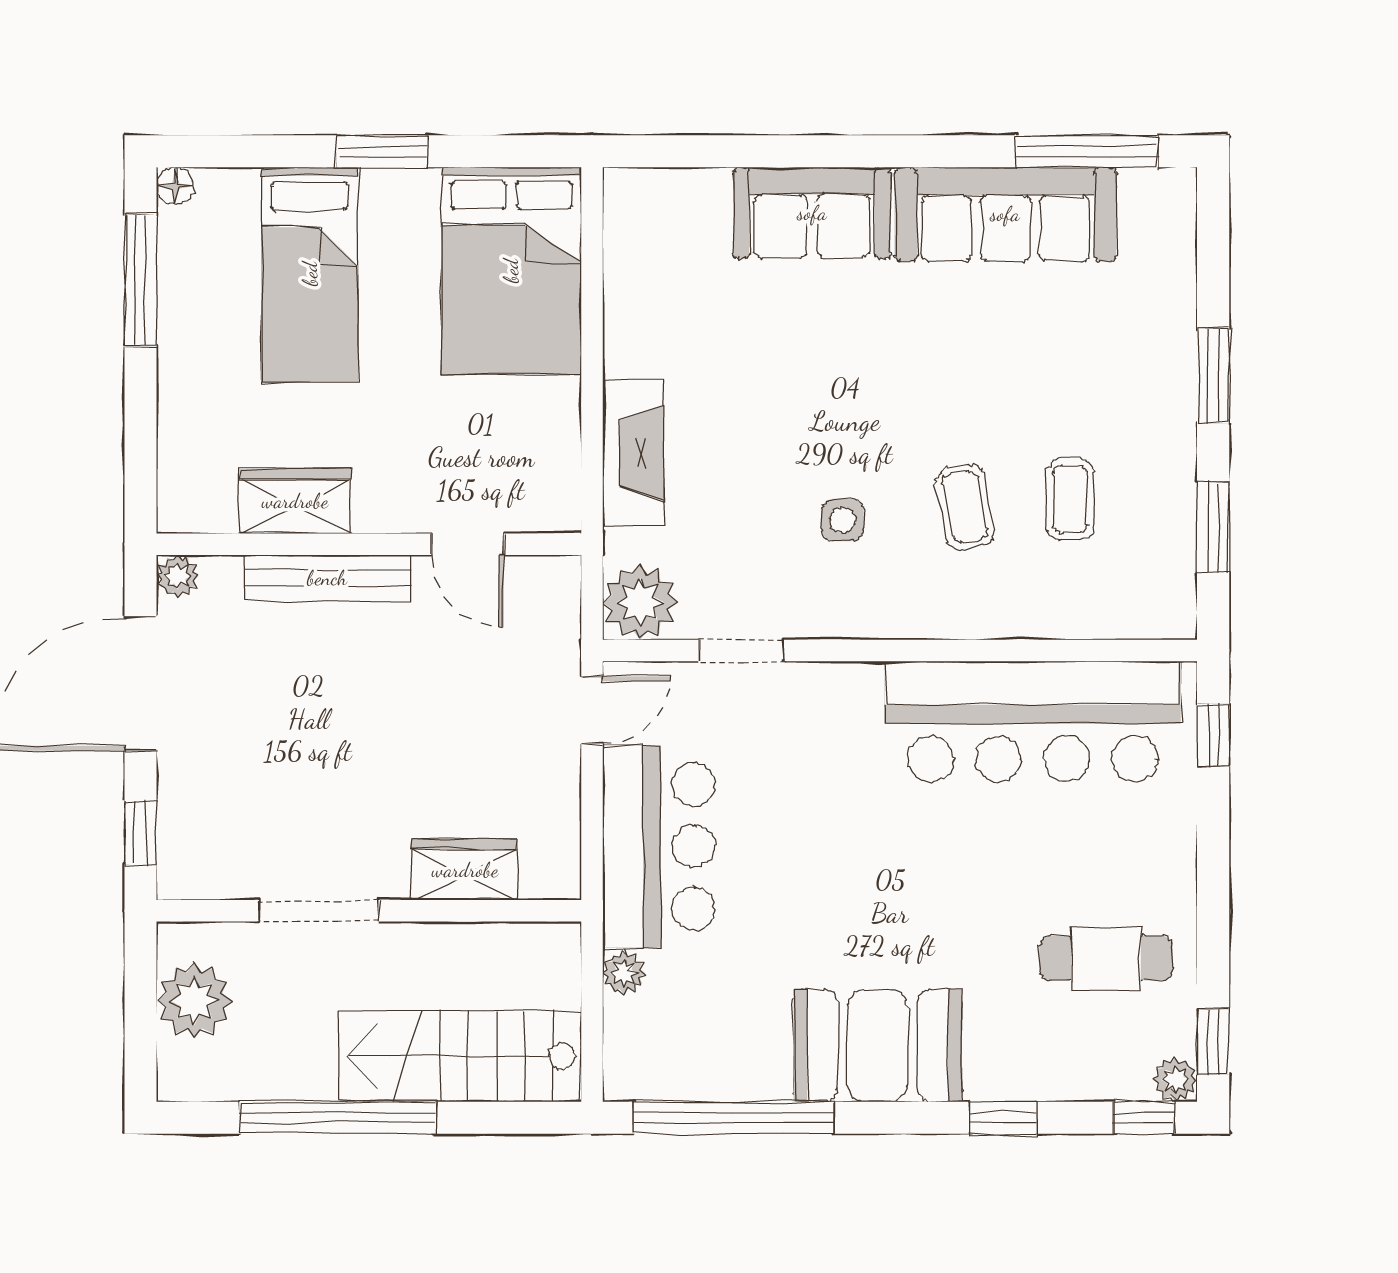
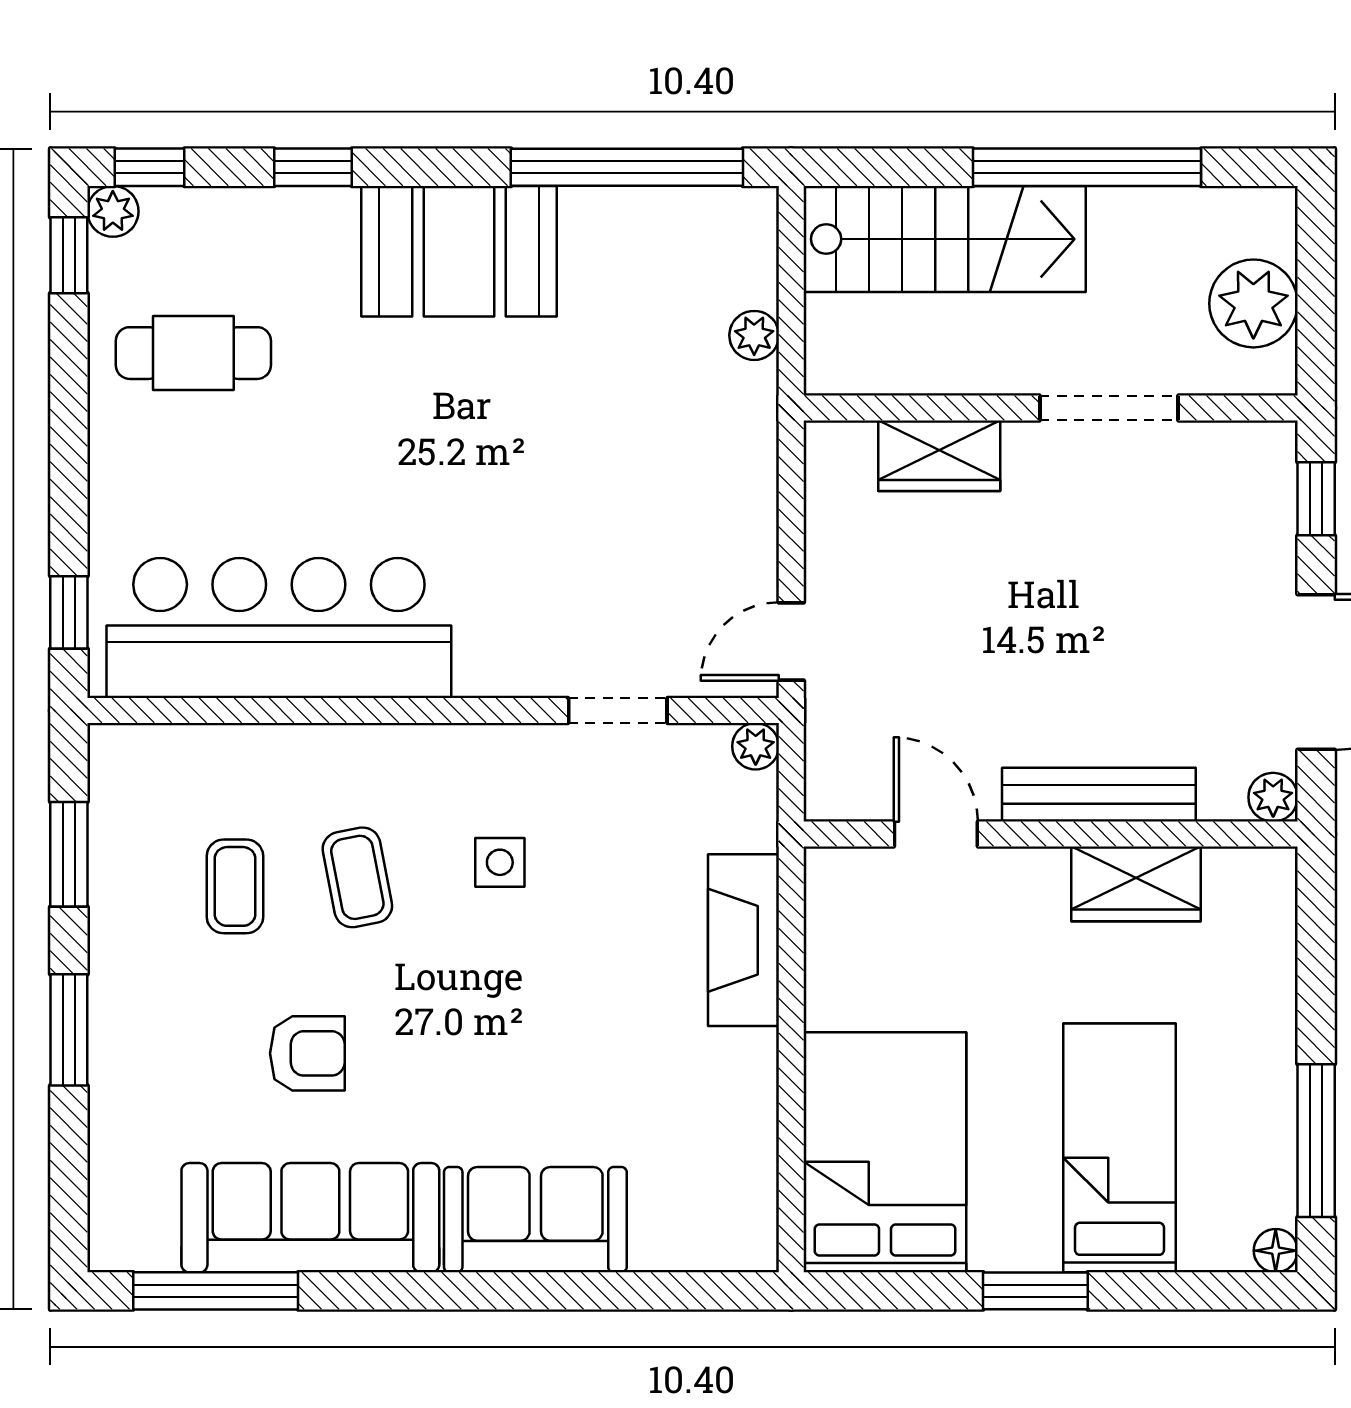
armchair: (1008, 356) -> (307, 1053), added
plant: (640, 602) -> (756, 746), width x0.53, depth x0.53
bar counter: (659, 846) -> (714, 483), removed

